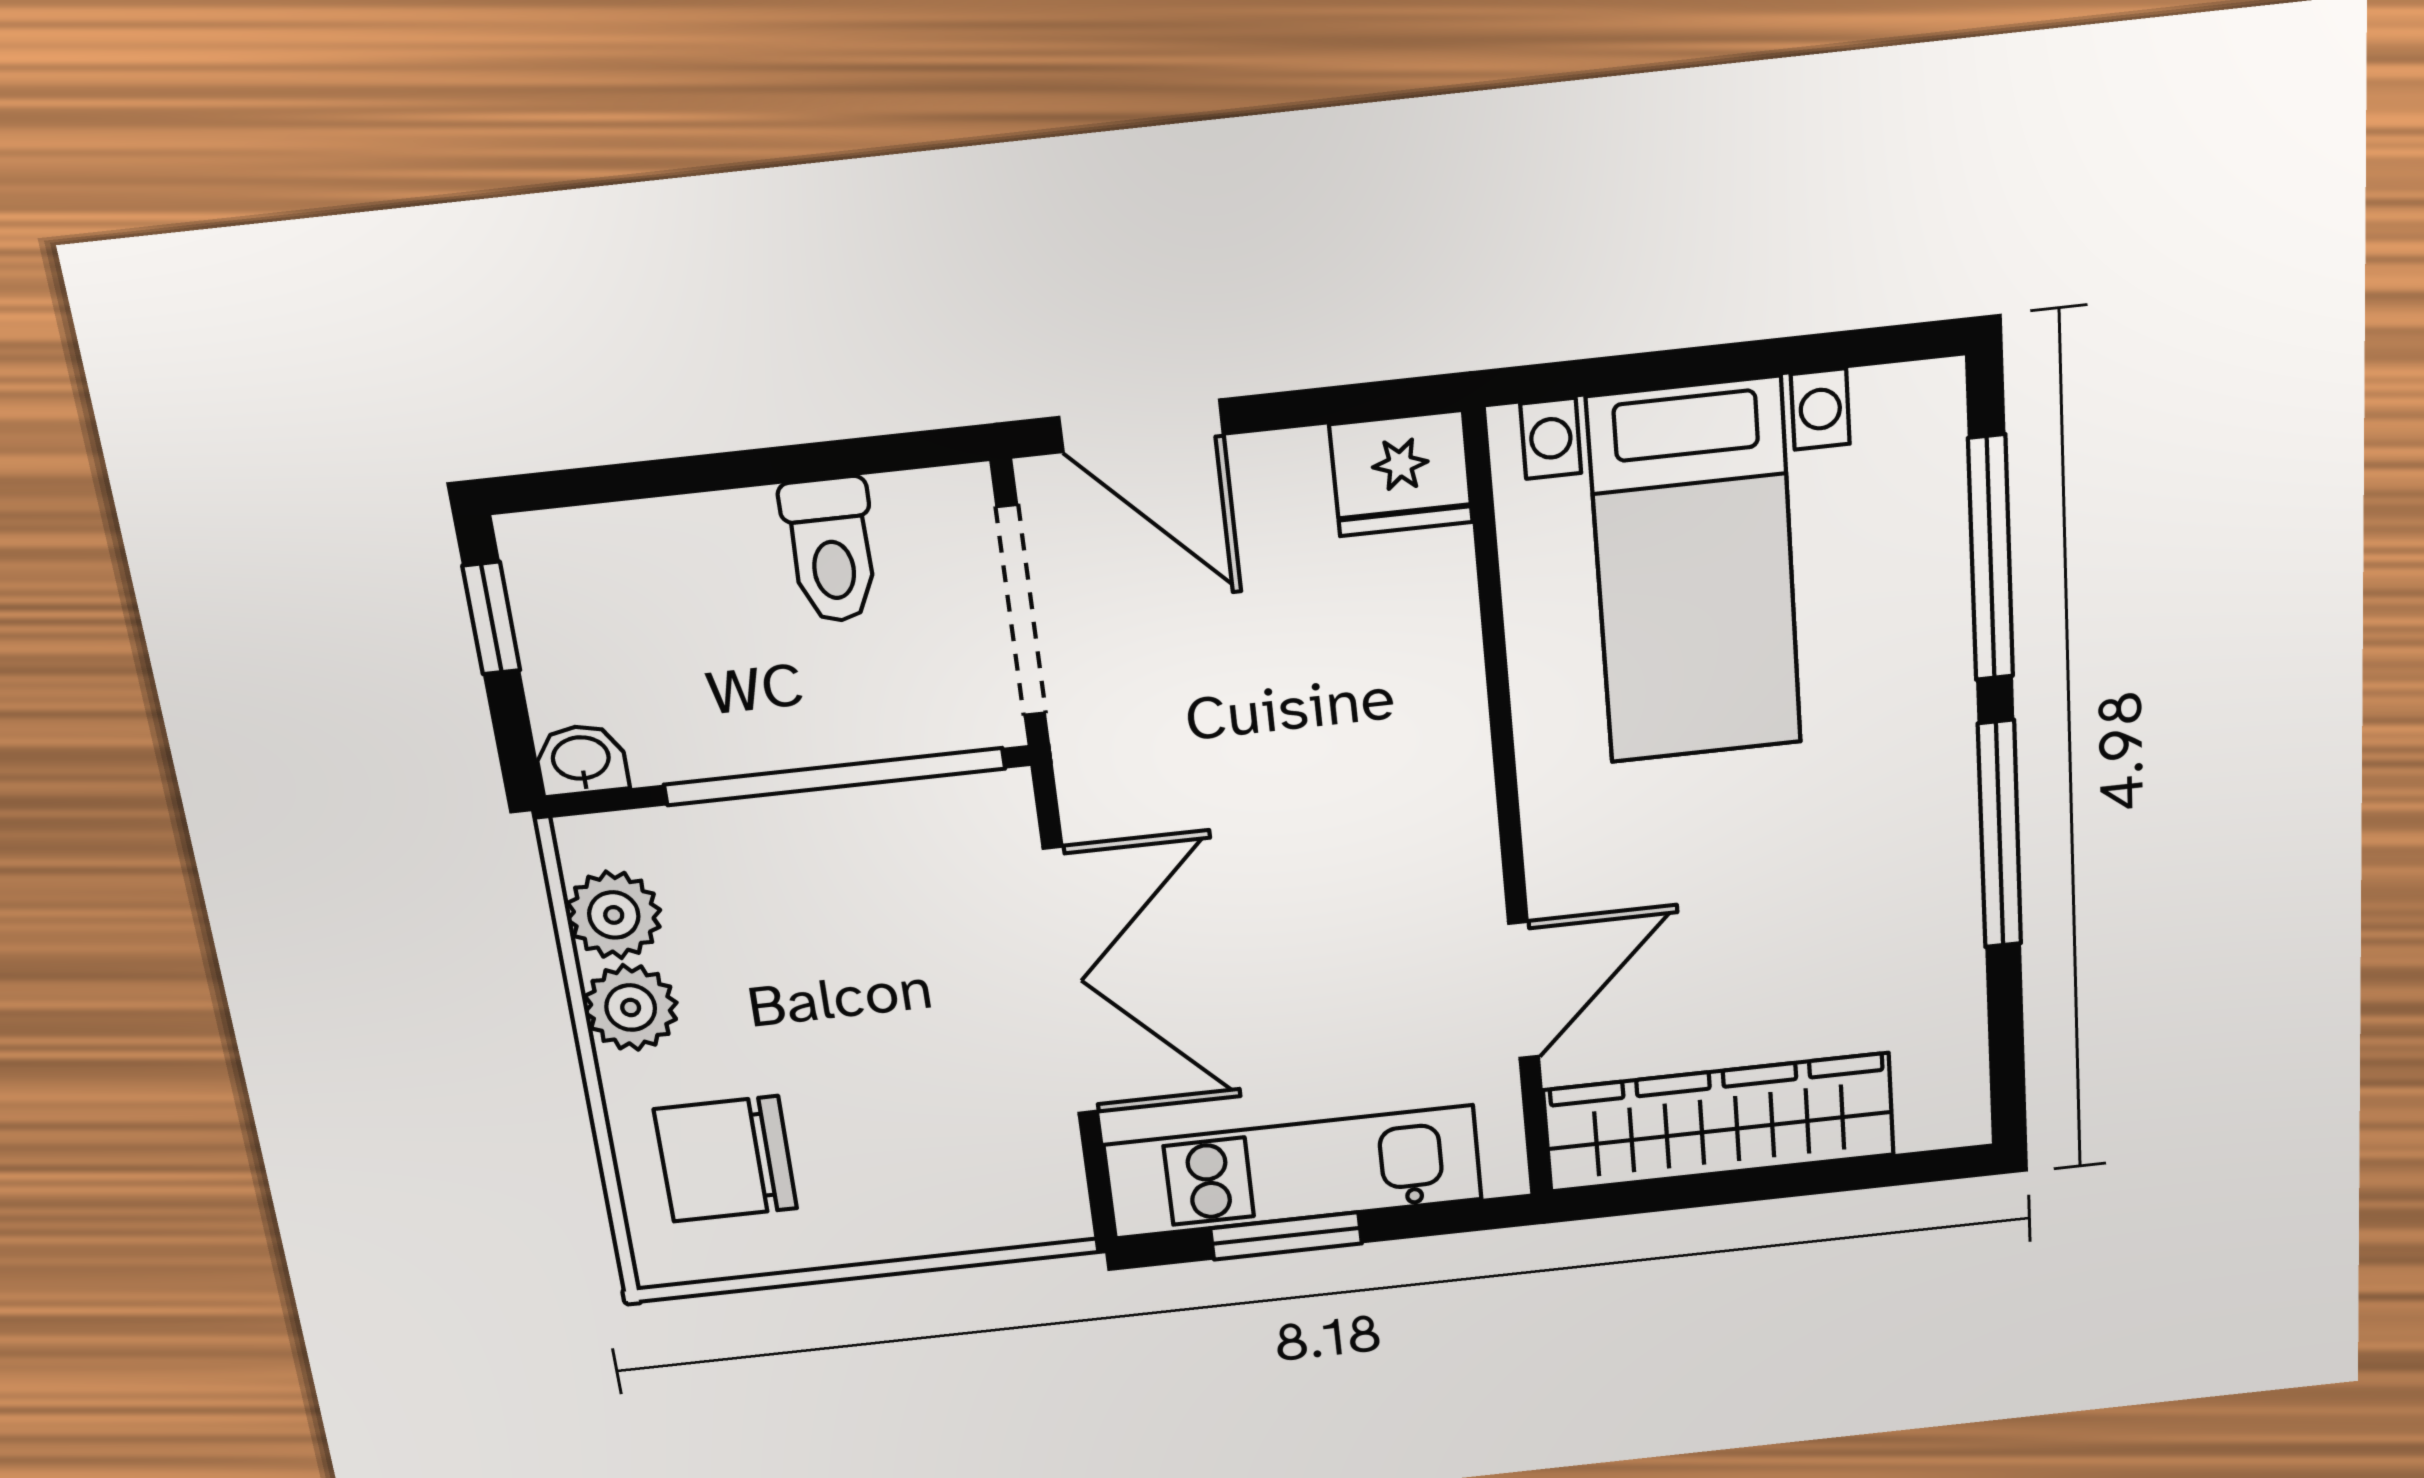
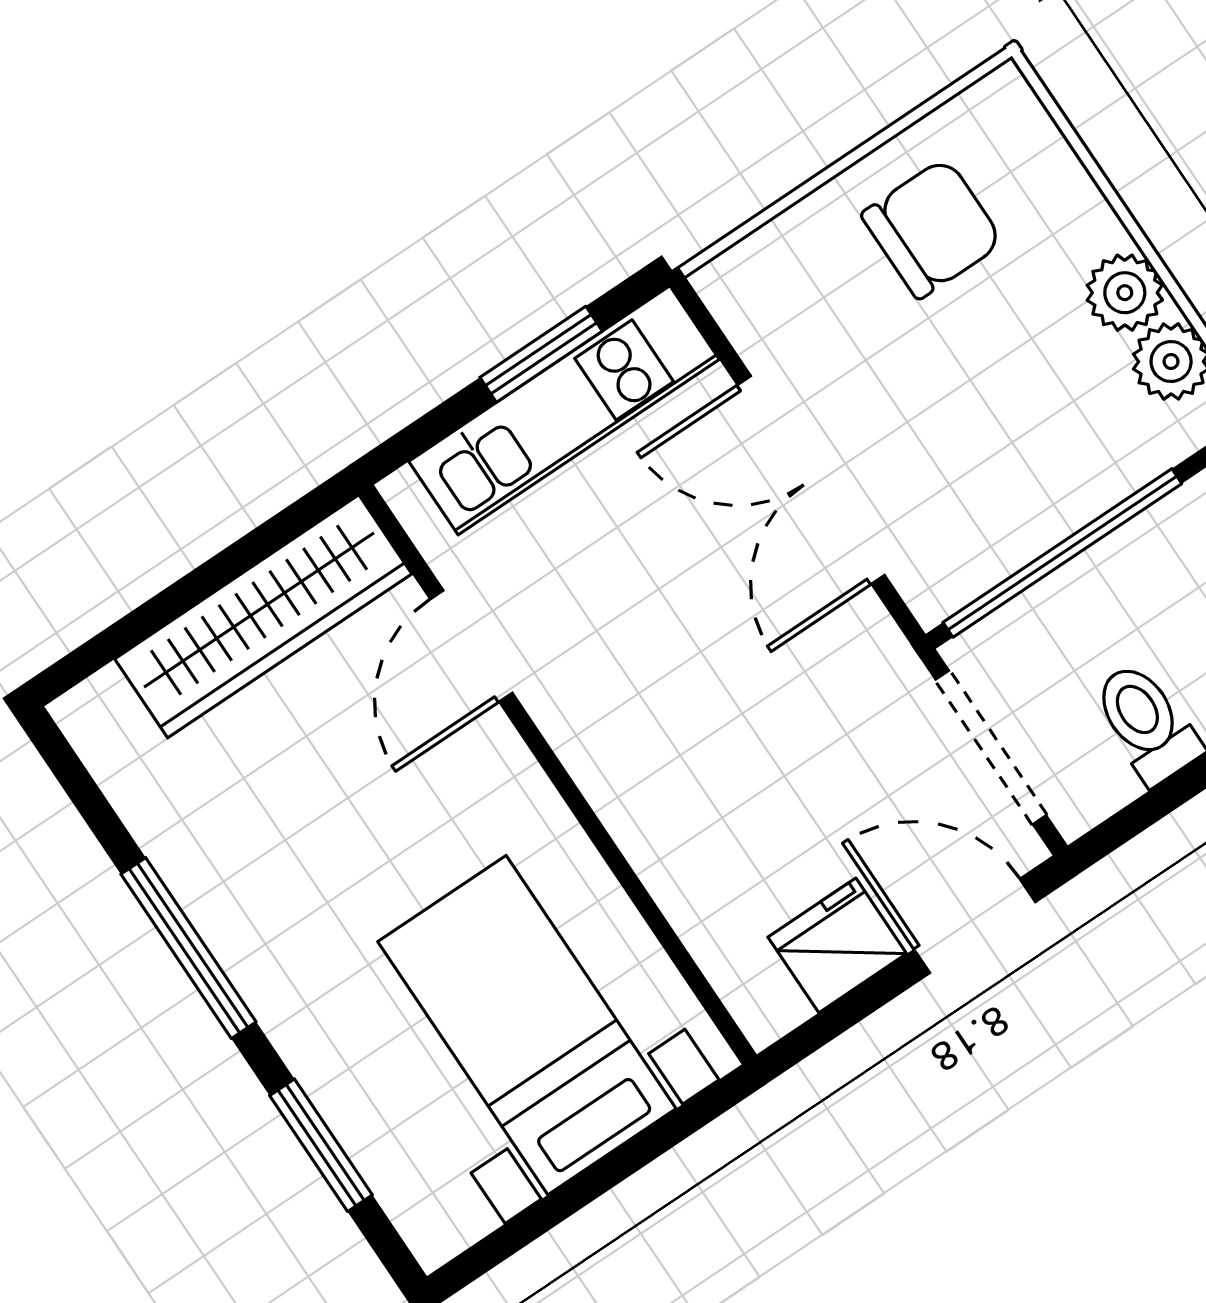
fridge: (1401, 473) -> (837, 945), moved
window: (1991, 558) -> (321, 1145), width x0.69
chair: (726, 1159) -> (932, 228), moved

